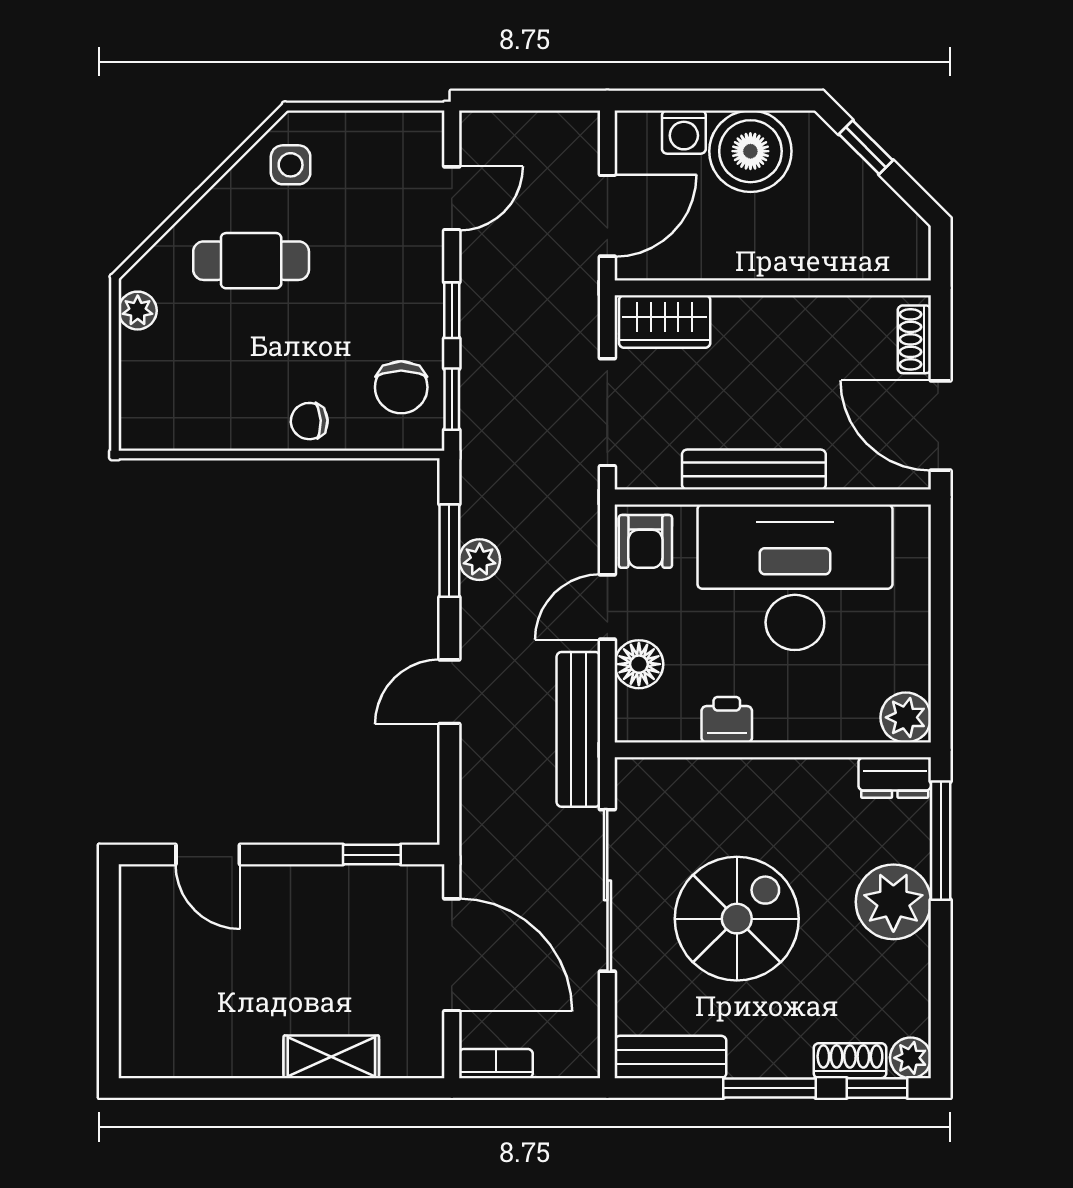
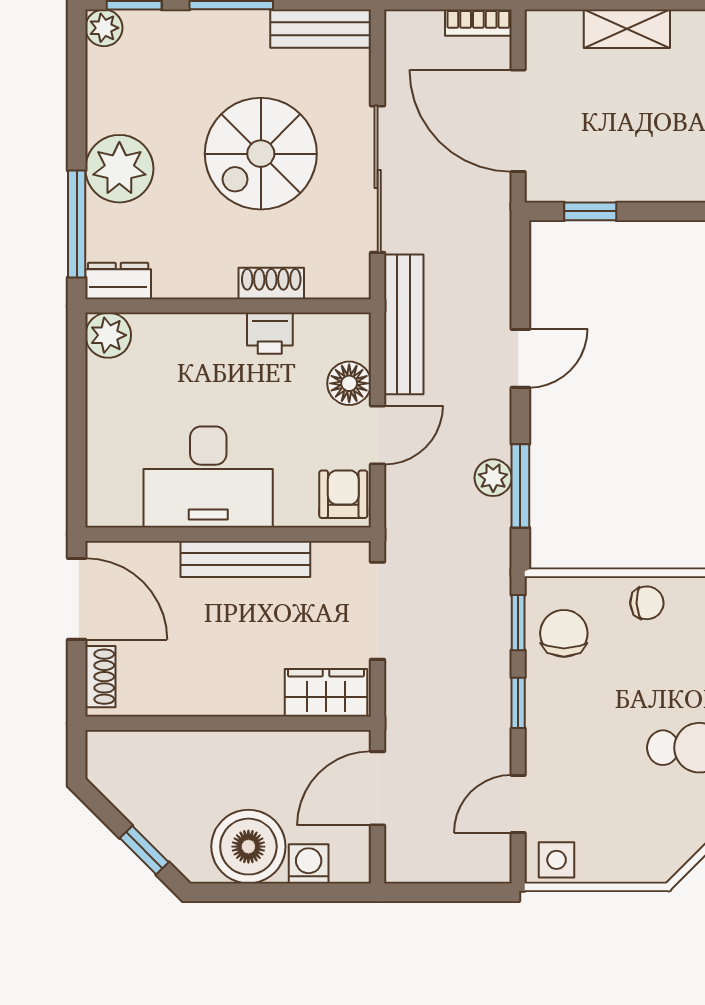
side table: (291, 165) -> (557, 860), moved
desk: (795, 577) -> (208, 477), width x0.73, depth x0.77
shoe rack: (850, 1061) -> (271, 283), moved, turned 180

